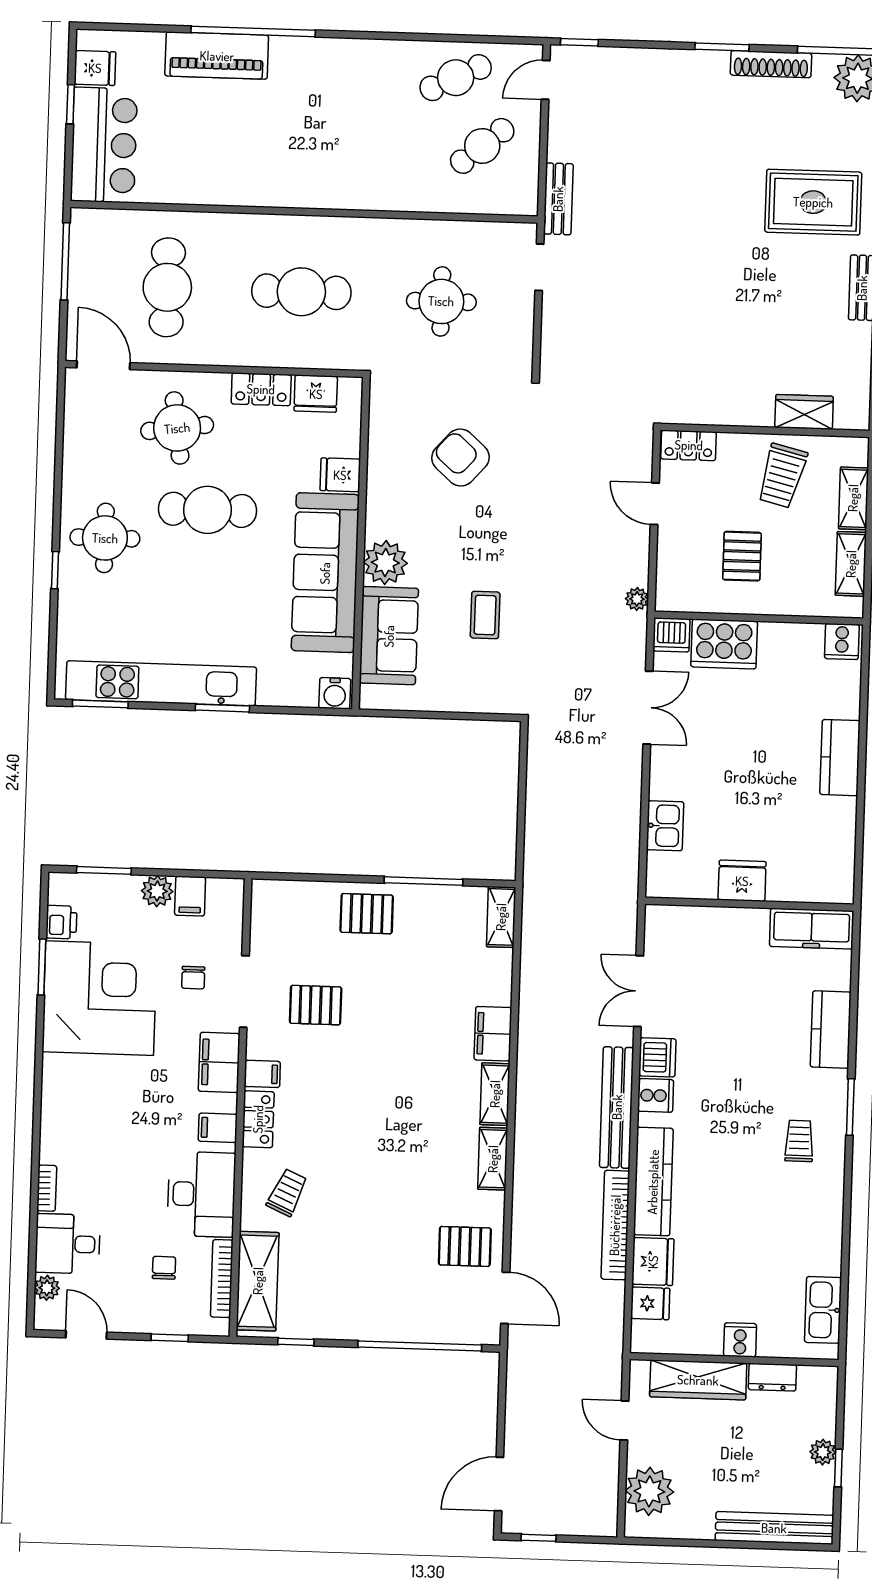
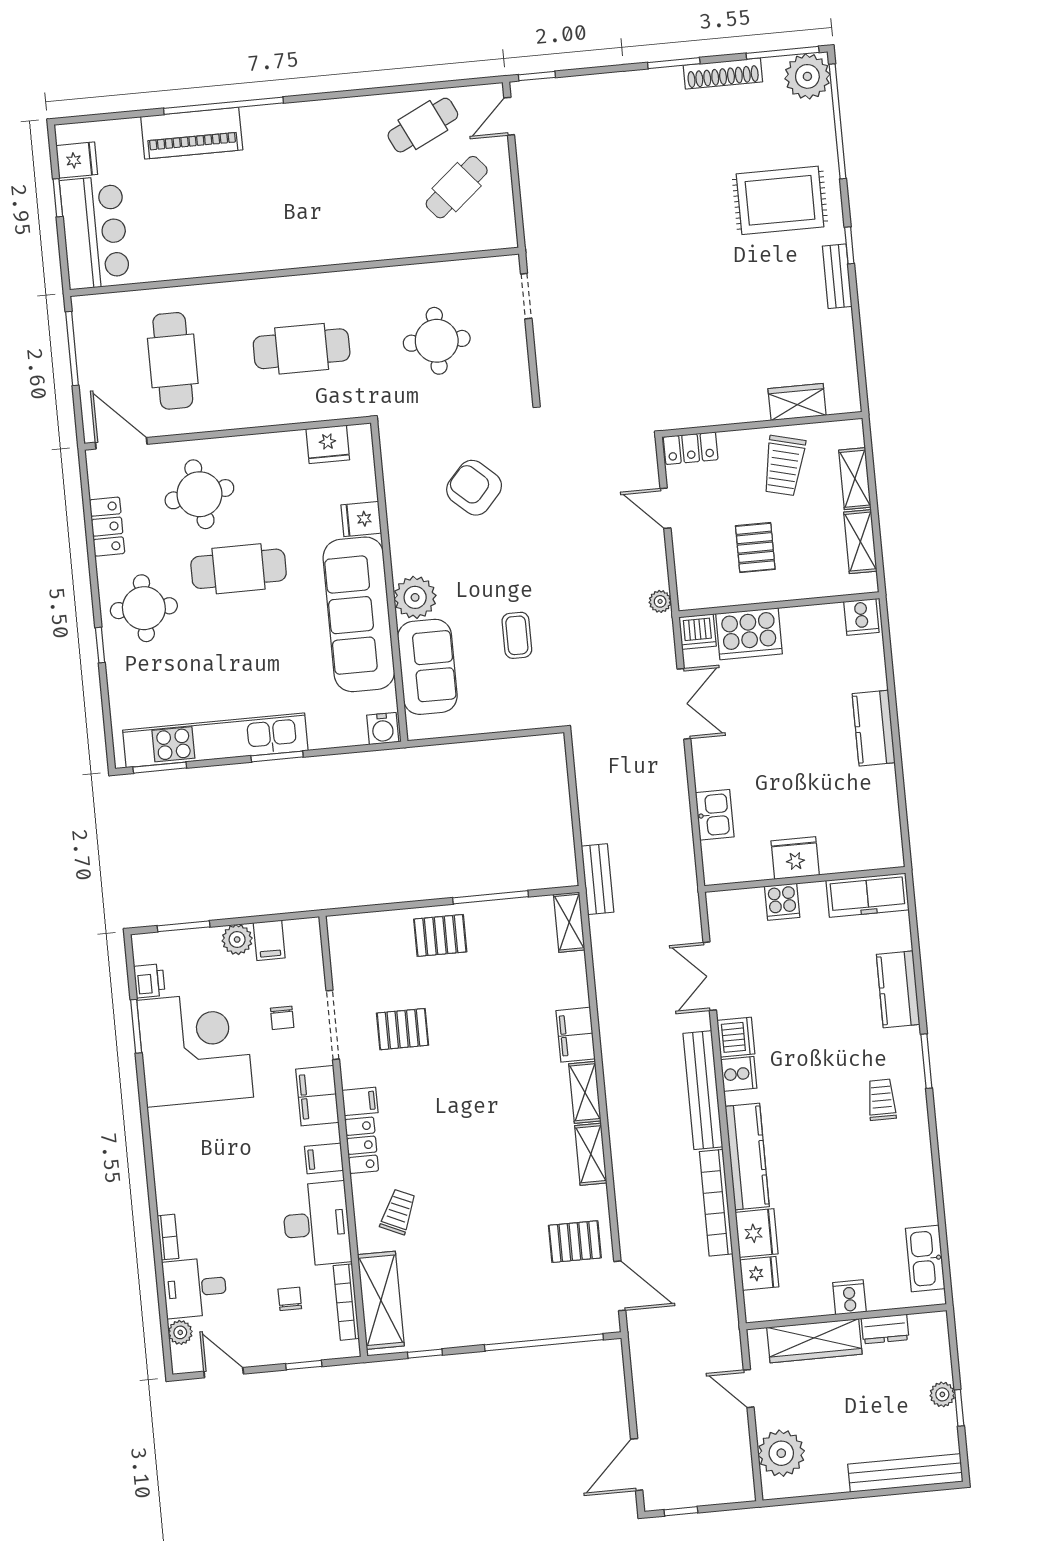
bench: (558, 199) -> (597, 879), moved
locker: (261, 389) -> (107, 527), moved, turned -90
cooker: (723, 924) -> (782, 902), added

